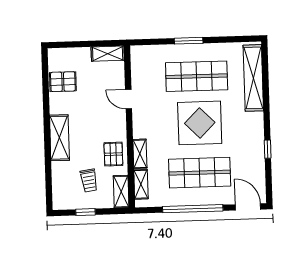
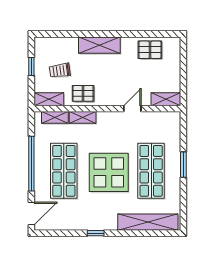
shelving: (108, 54) -> (166, 99), moved, turned 90
pallet: (63, 82) -> (150, 50), turned 90
window: (268, 149) -> (96, 233), moved

